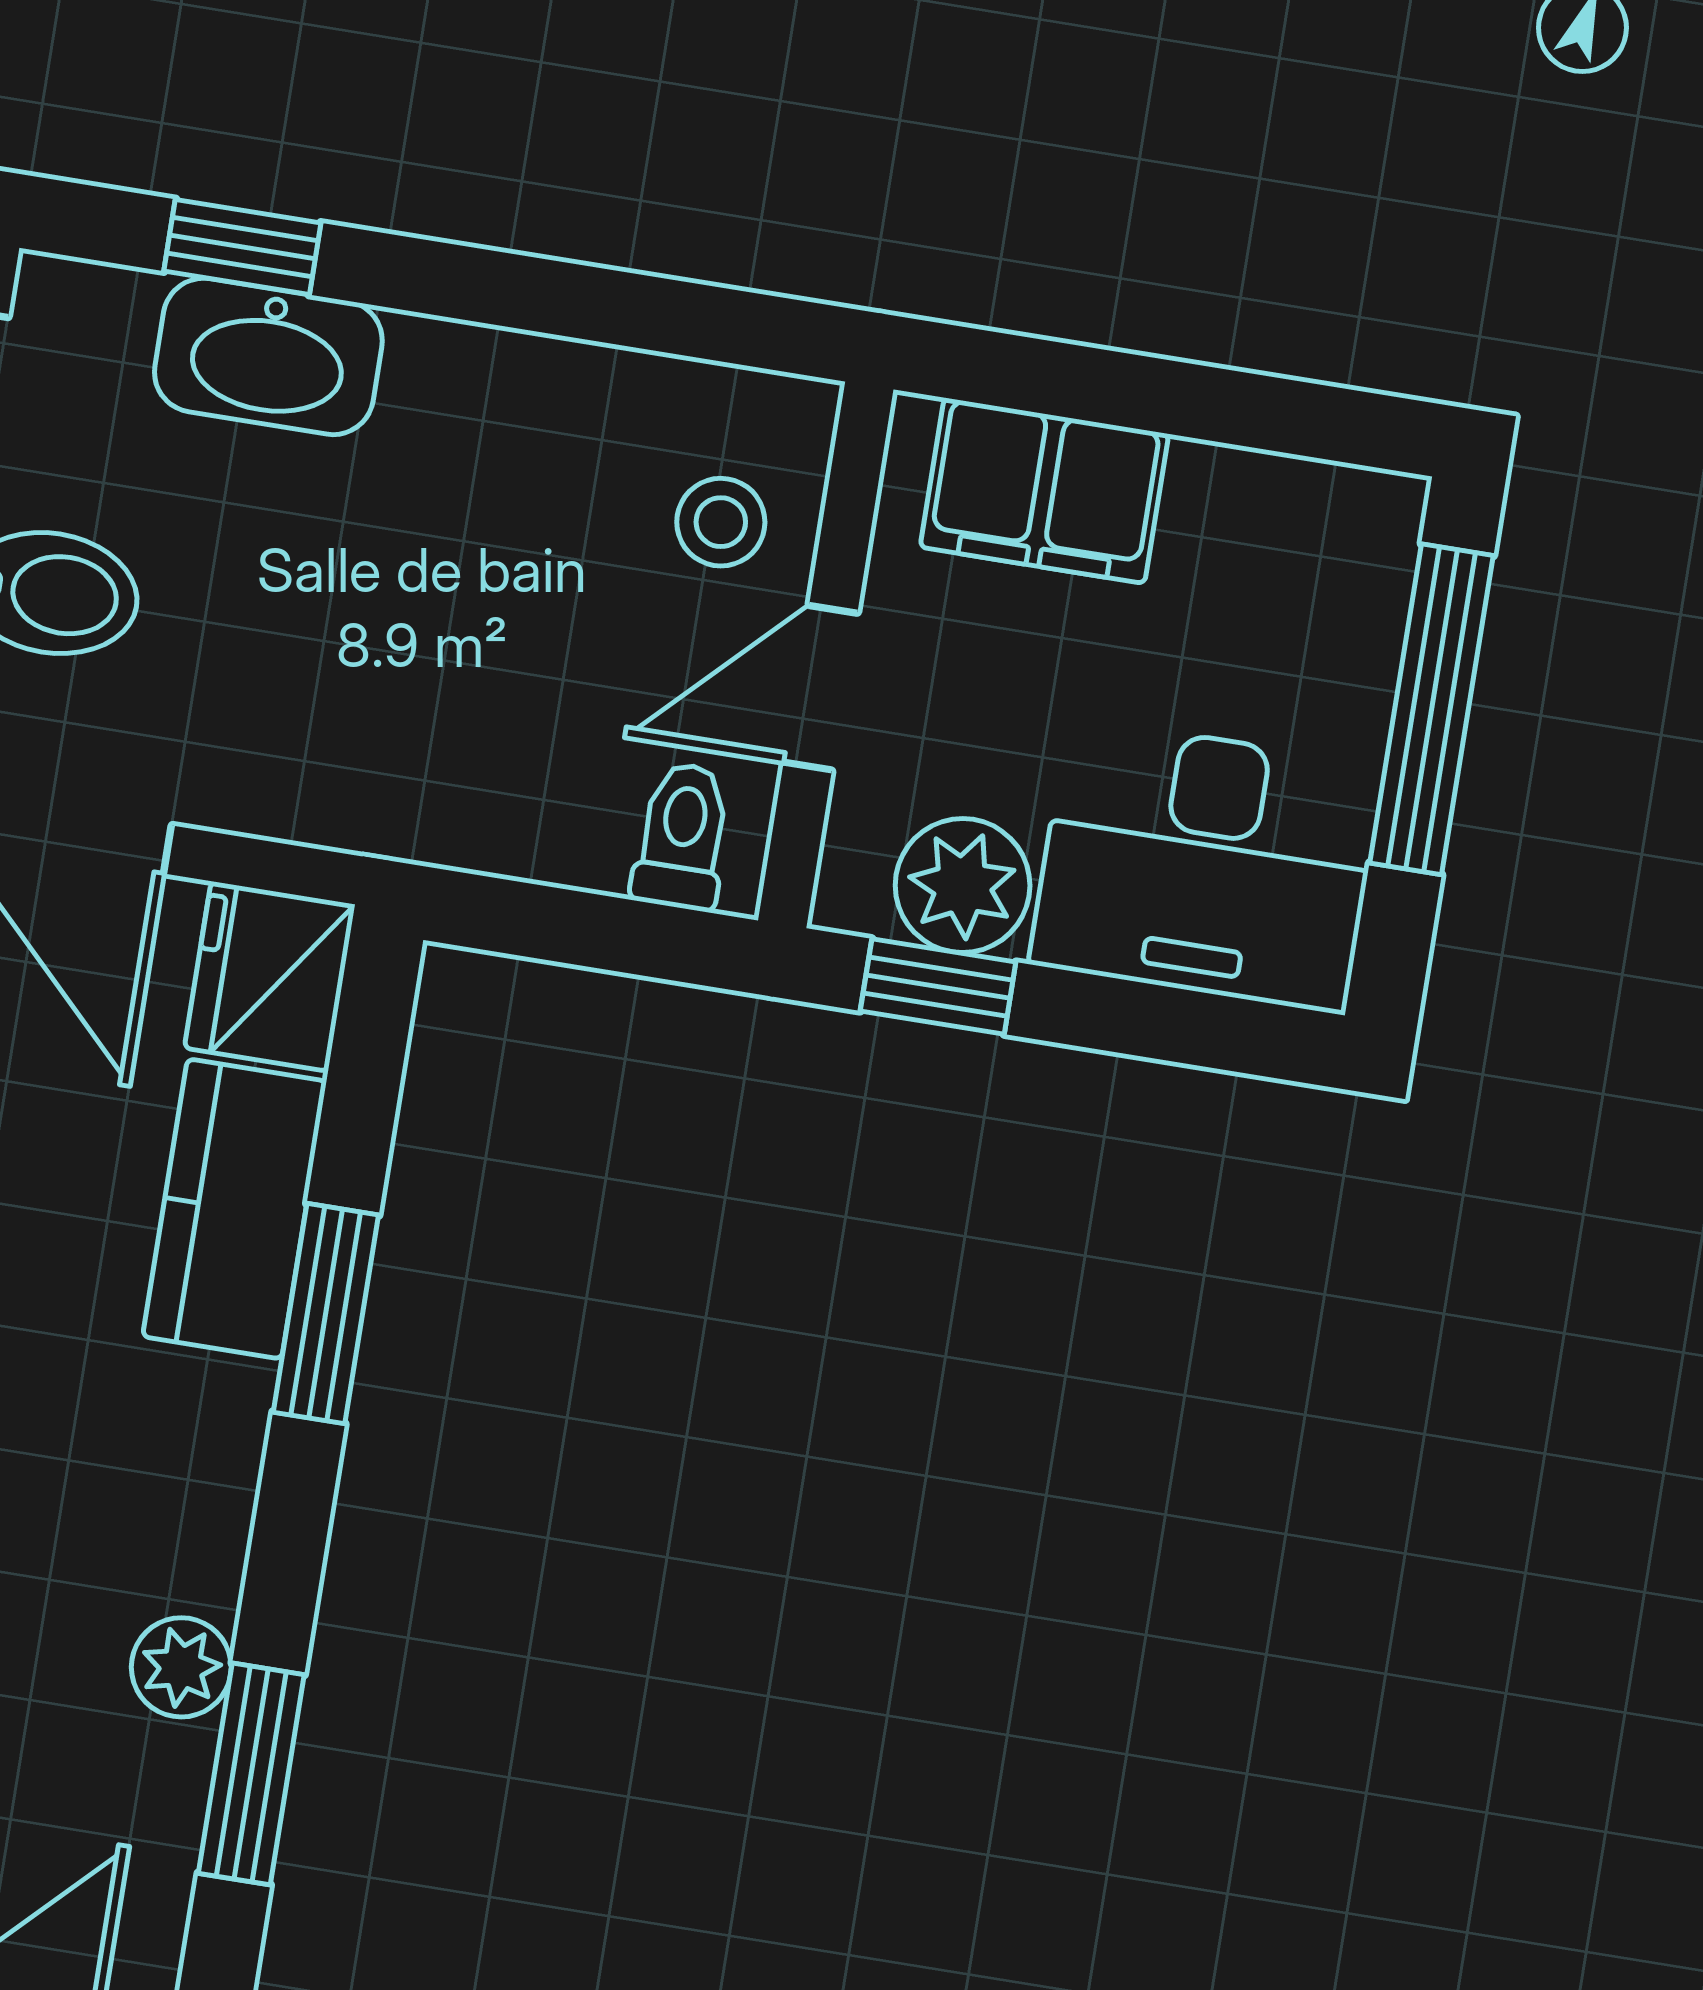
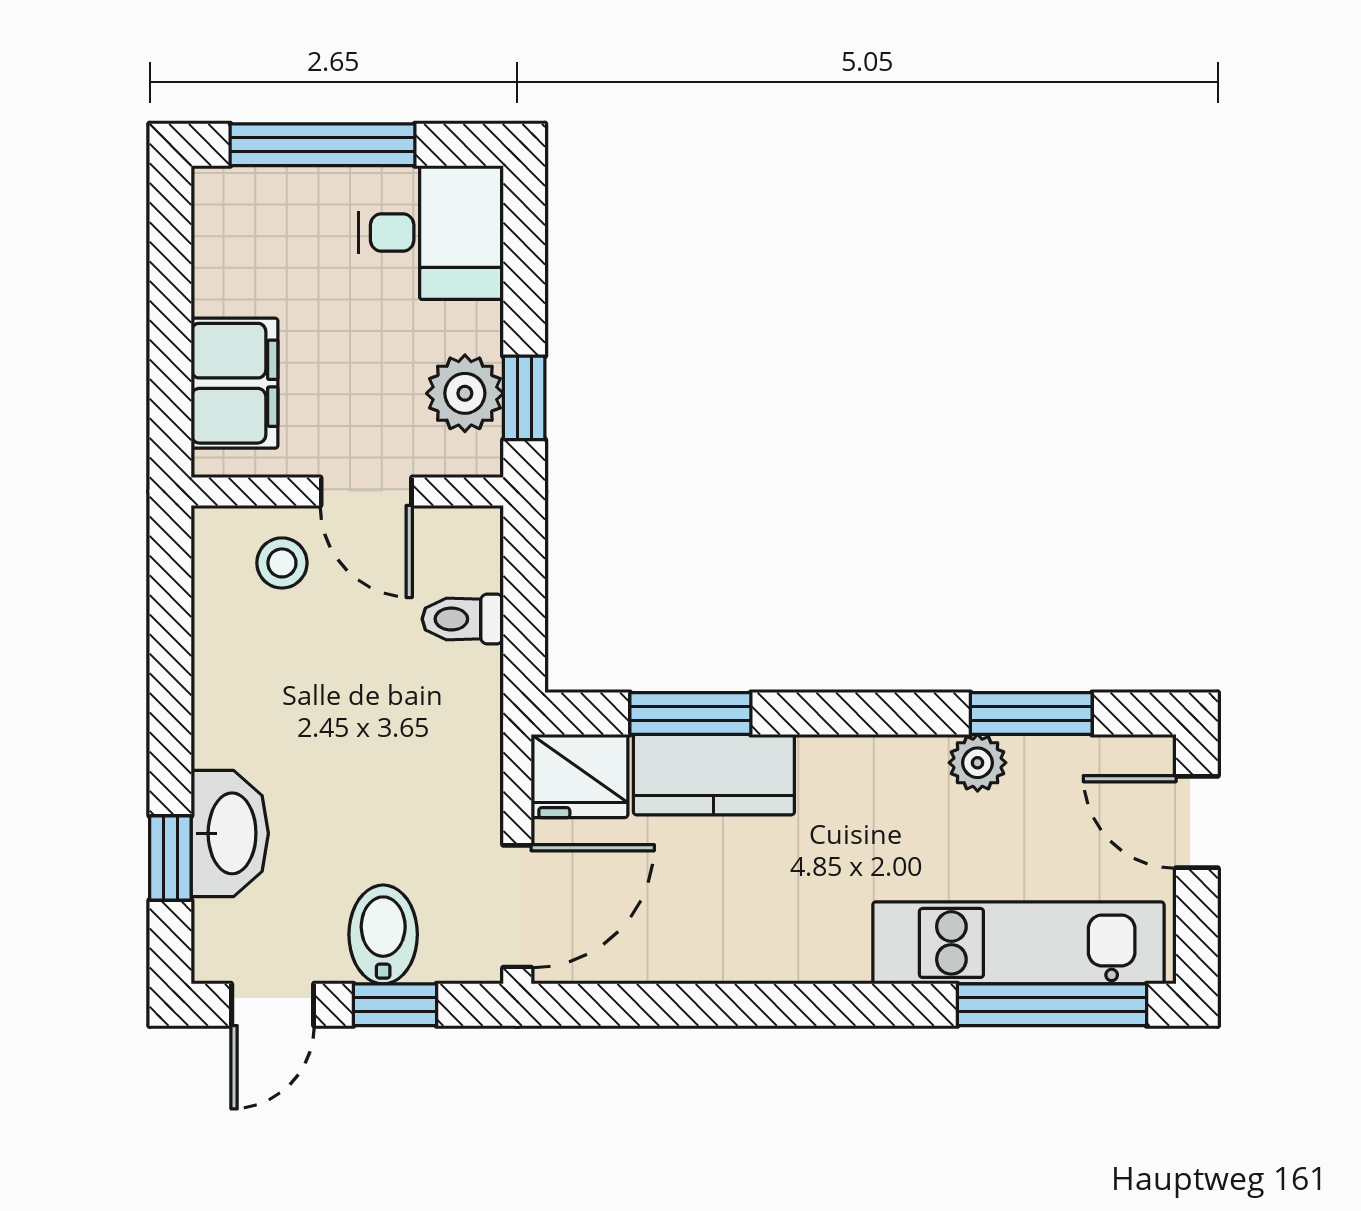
toilet: (682, 836) -> (463, 619), moved
desk: (1207, 865) -> (431, 233), width x0.73
window: (326, 1314) -> (690, 713), moved

